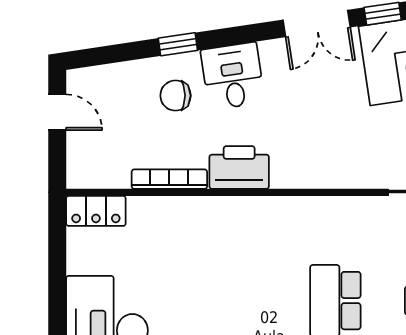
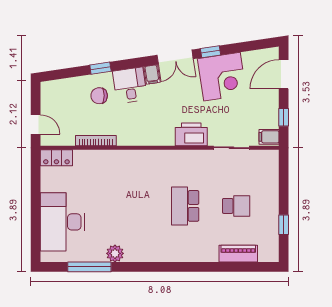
filing cabinet: (274, 56) -> (152, 74), added
door: (57, 112) -> (36, 124), moved
printer: (239, 167) -> (191, 134), moved

